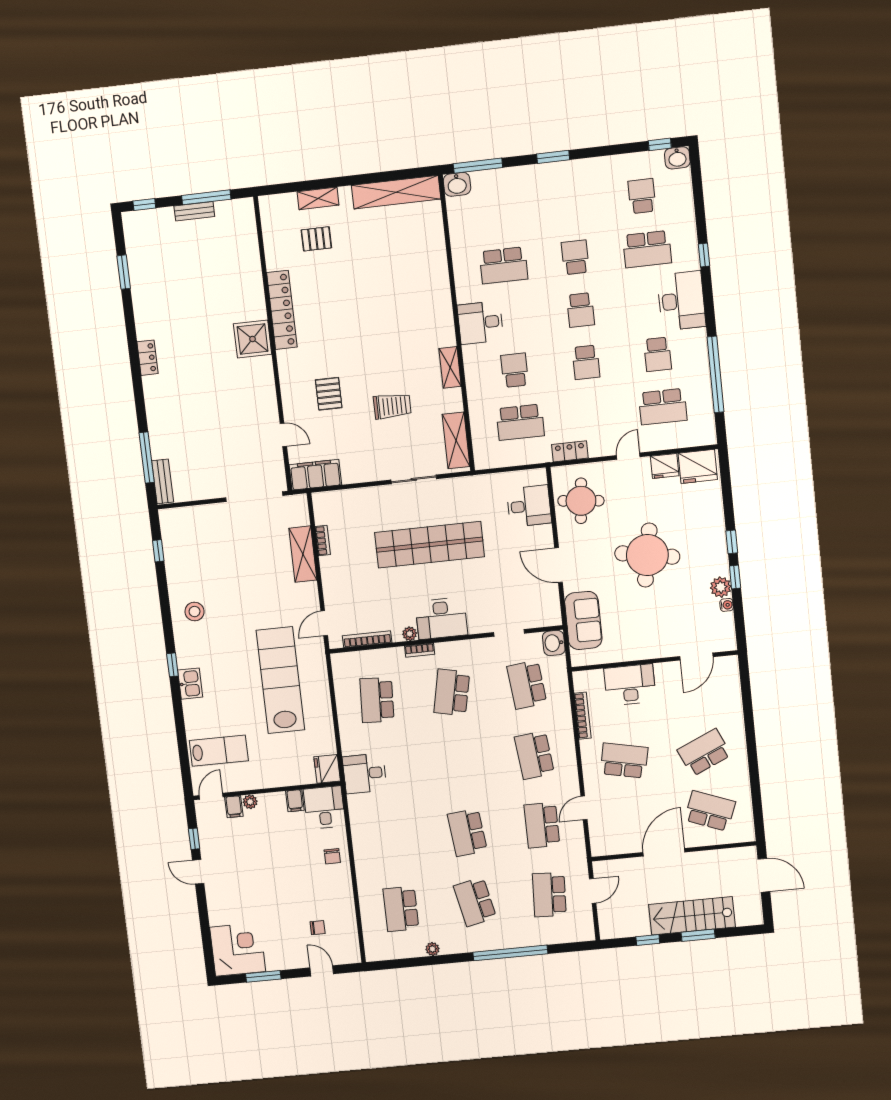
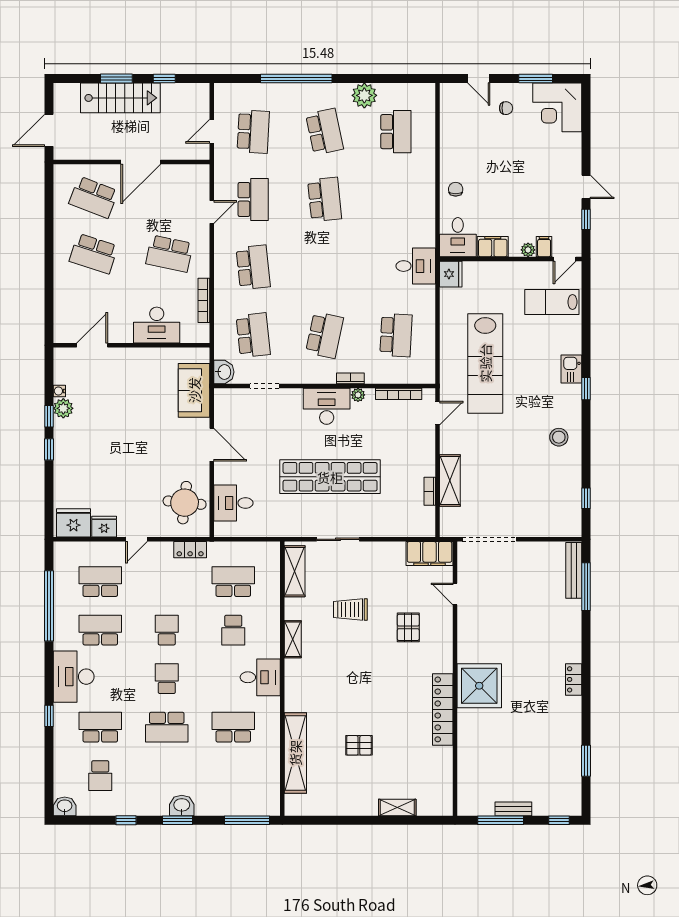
window: (660, 144) -> (126, 820), moved
washbasin: (457, 184) -> (182, 806), moved
shelving: (396, 192) -> (295, 753), moved, turned 90
pallet: (316, 239) -> (359, 745), moved
school desk: (575, 257) -> (167, 727), width x1.85
shower: (253, 339) -> (479, 686), width x1.37, depth x1.37
school desk: (658, 354) -> (100, 630), width x1.85
bench: (163, 481) -> (574, 570), width x1.36
round table: (647, 555) -> (128, 445), removed
school desk: (704, 753) -> (94, 254), turned 42
filing cabinet: (295, 801) -> (493, 247), width x2.00
door: (764, 875) -> (49, 130), hinge flipped
chair: (318, 928) -> (506, 108), moved, turned 180
plant: (432, 949) -> (364, 95), width x1.87, depth x1.87

